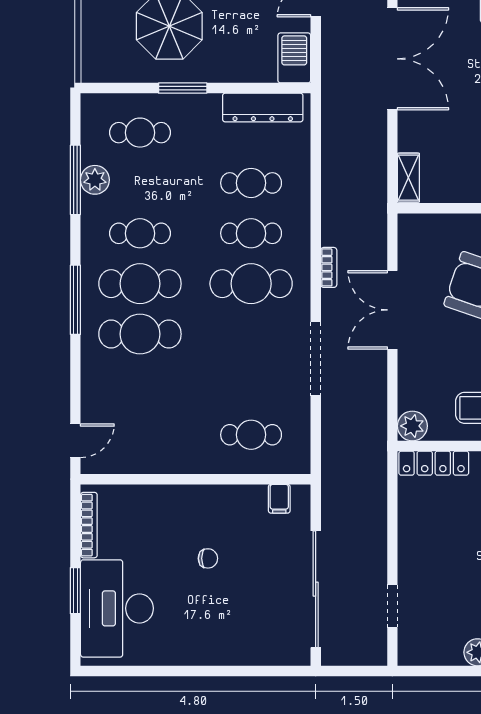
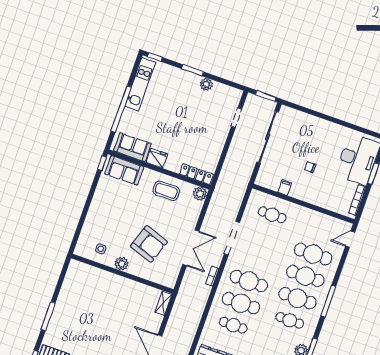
cafe table: (251, 233) -> (241, 303), width x1.37, depth x1.35
cafe table: (140, 384) -> (313, 254), added
filing cabinet: (279, 499) -> (285, 188), moved
window: (349, 671) -> (266, 96), added

